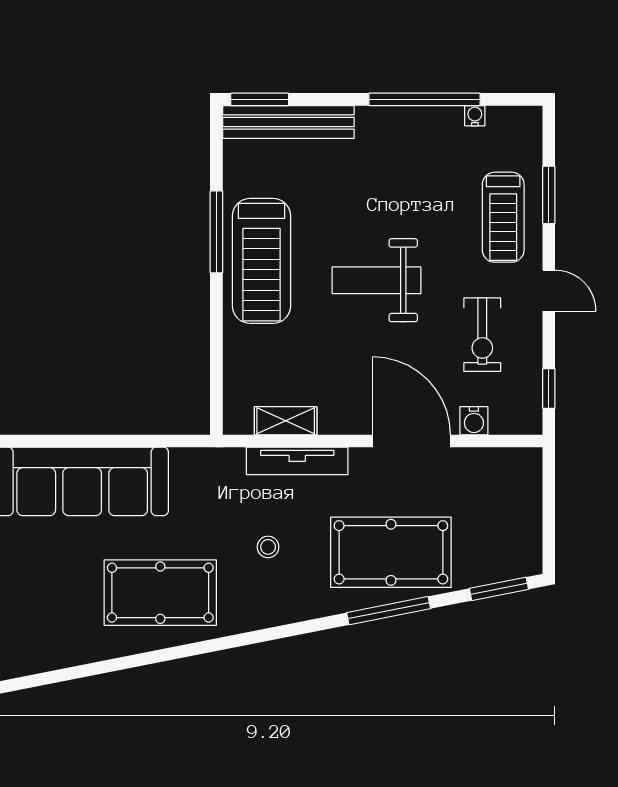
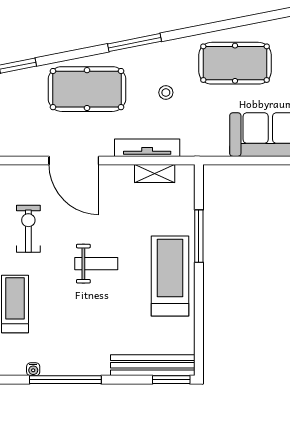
window: (216, 232) -> (199, 236), moved
weight bench: (377, 280) -> (96, 264), width x0.73, depth x0.75
water cooler: (474, 421) -> (34, 174), removed
window: (389, 611) -> (134, 43), moved

